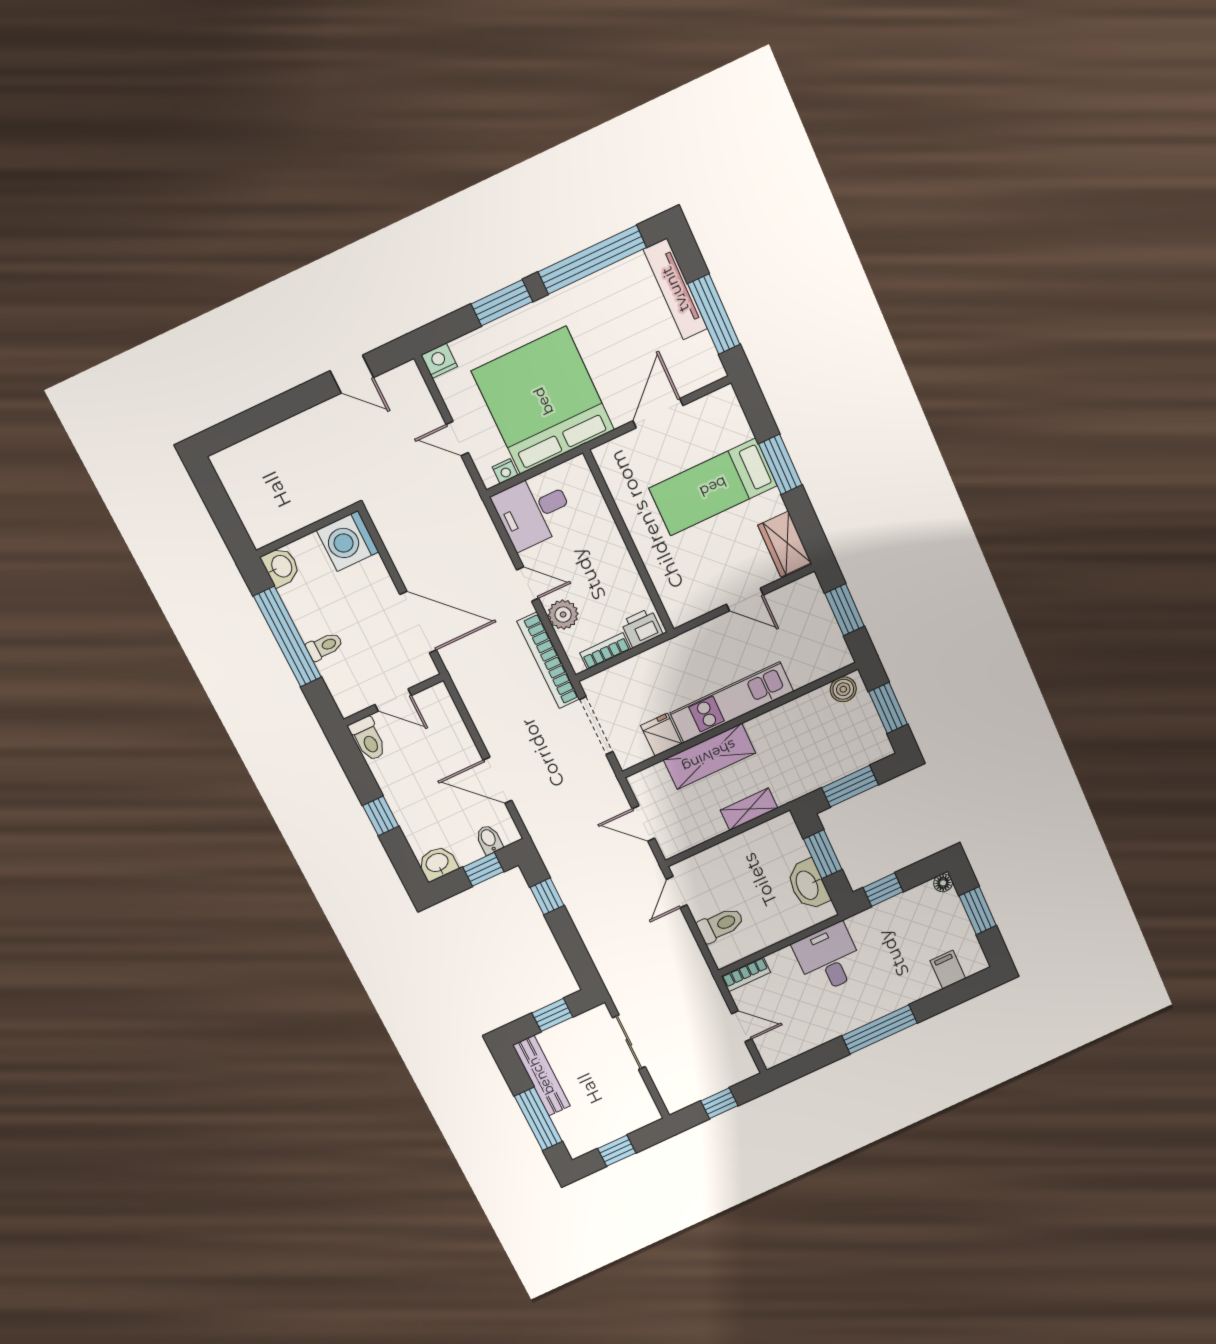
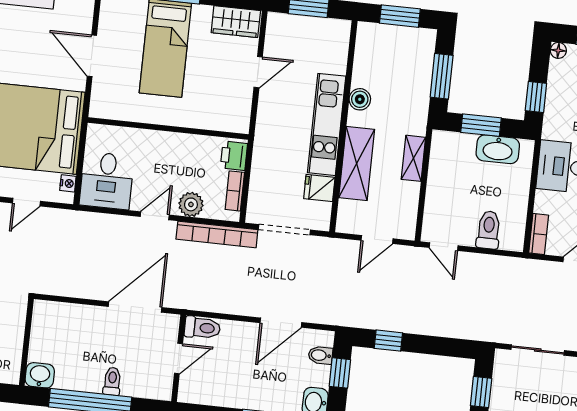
washing machine: (348, 541) -> (50, 319), removed
boiler: (843, 689) -> (360, 99), moved
toilet: (368, 739) -> (202, 328), moved

